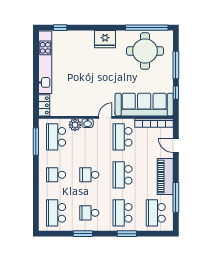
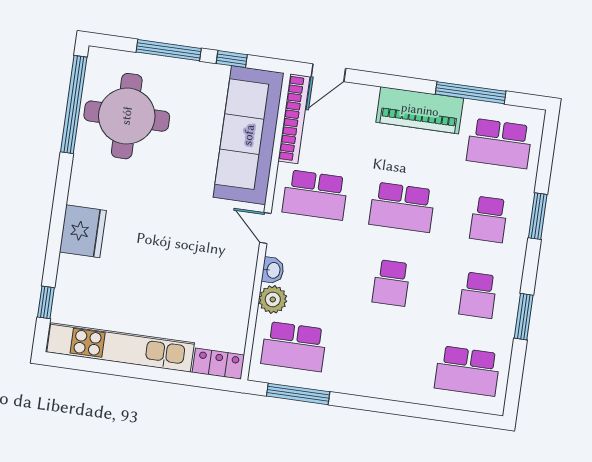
fridge: (105, 39) -> (83, 231), moved
door: (176, 145) -> (328, 73), moved
school desk: (56, 175) -> (381, 359), removed
school desk: (123, 213) -> (489, 219), width x0.54

